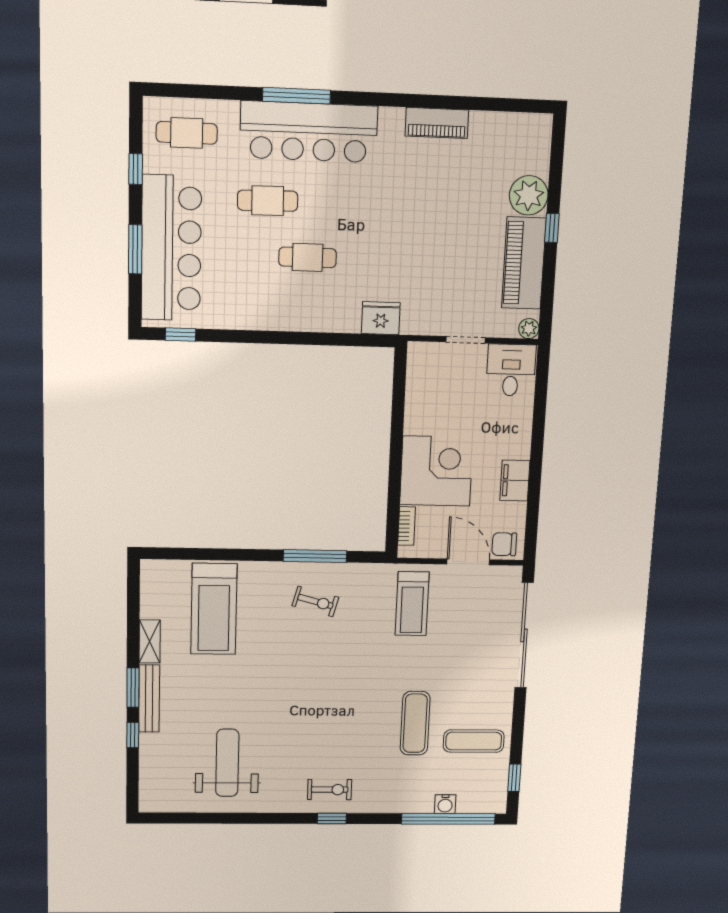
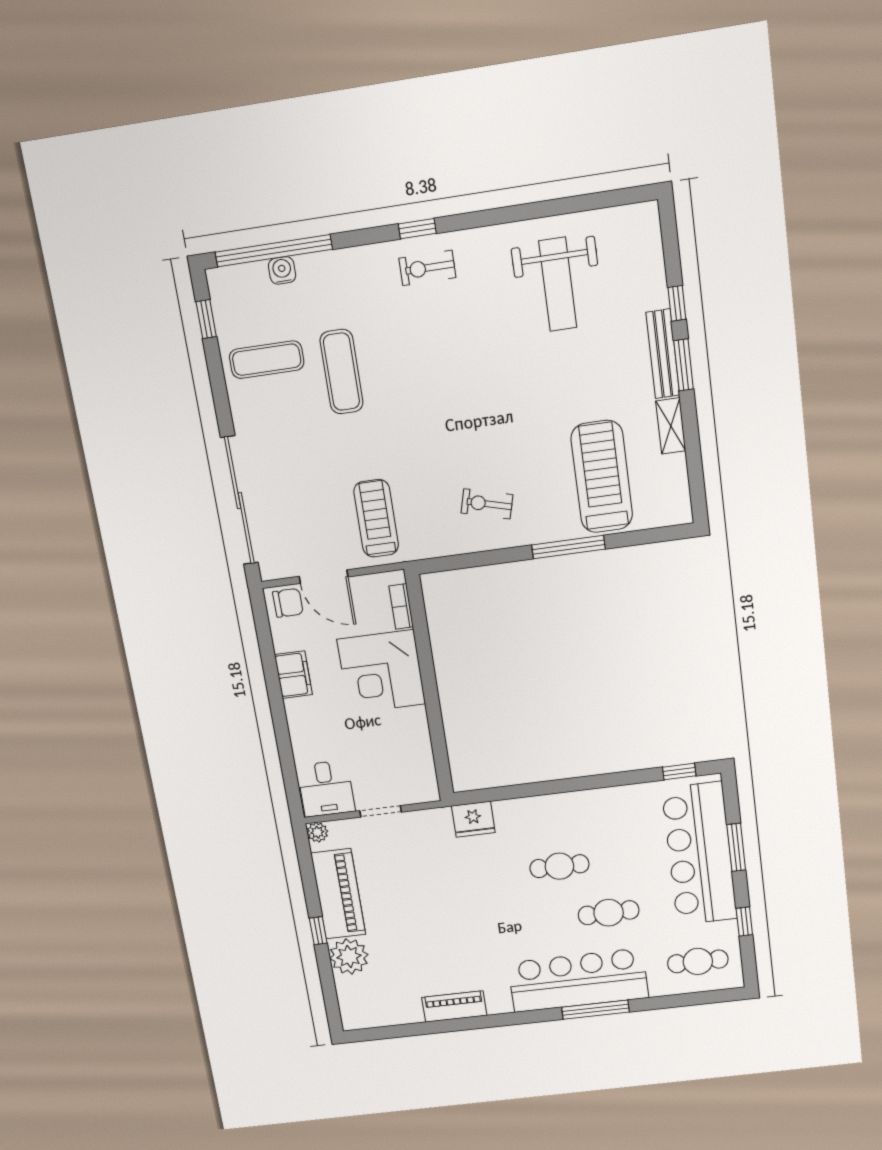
window: (315, 556) -> (568, 547), moved

